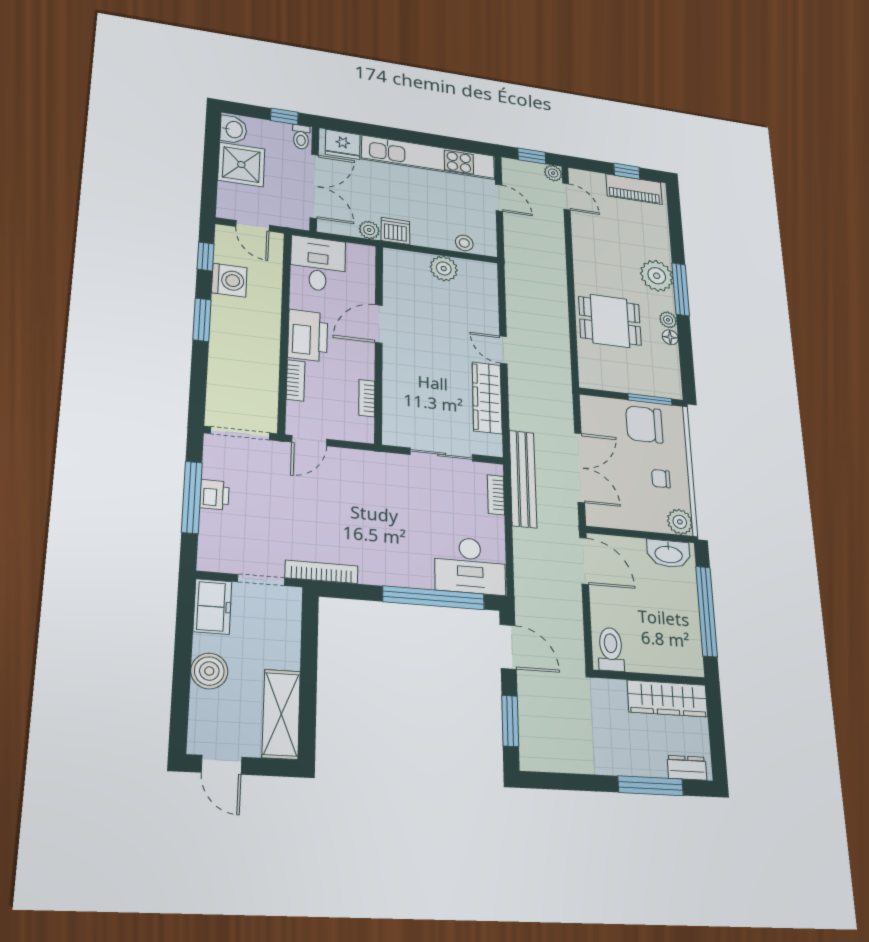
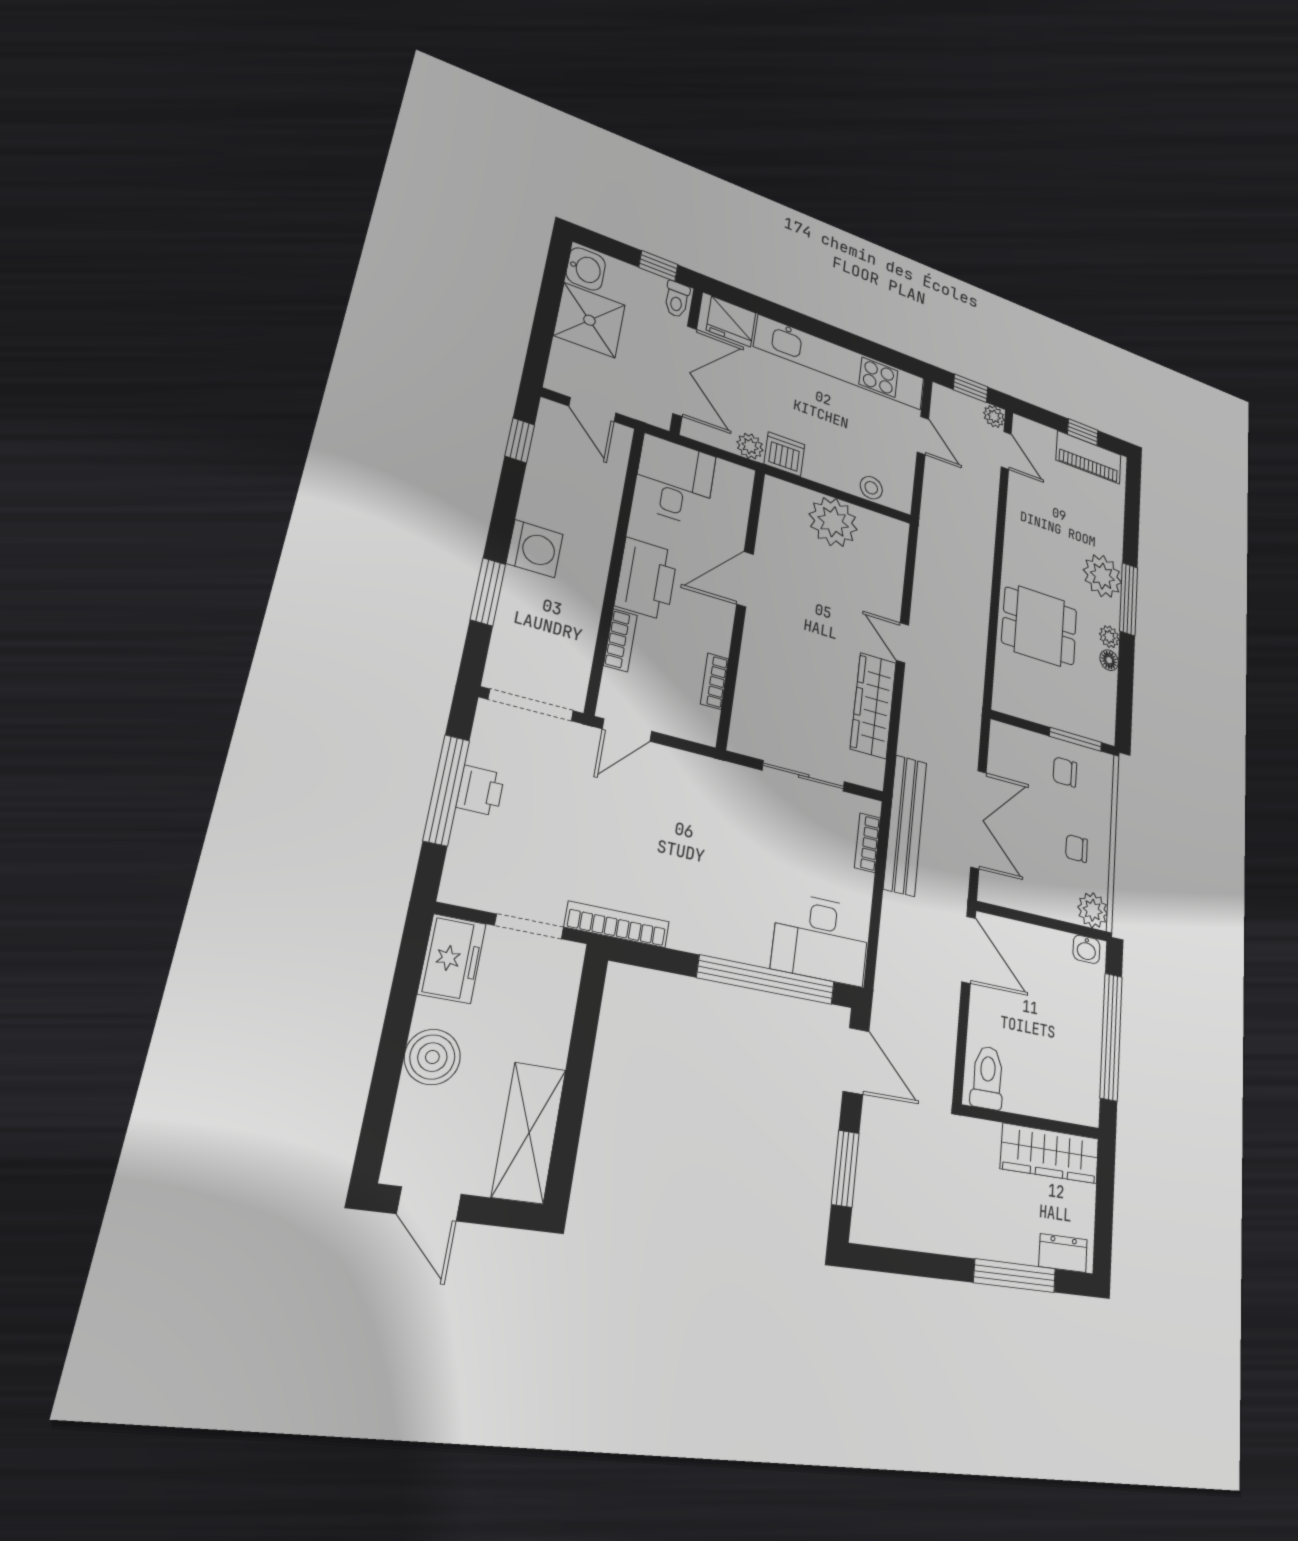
plant: (444, 269) -> (833, 522), width x1.36, depth x1.36
washing machine: (229, 280) -> (535, 549), moved
window: (202, 320) -> (488, 592), moved
chair: (644, 424) -> (1065, 772), width x0.54, depth x0.54
washbasin: (669, 554) -> (1086, 949), width x0.52, depth x0.69

